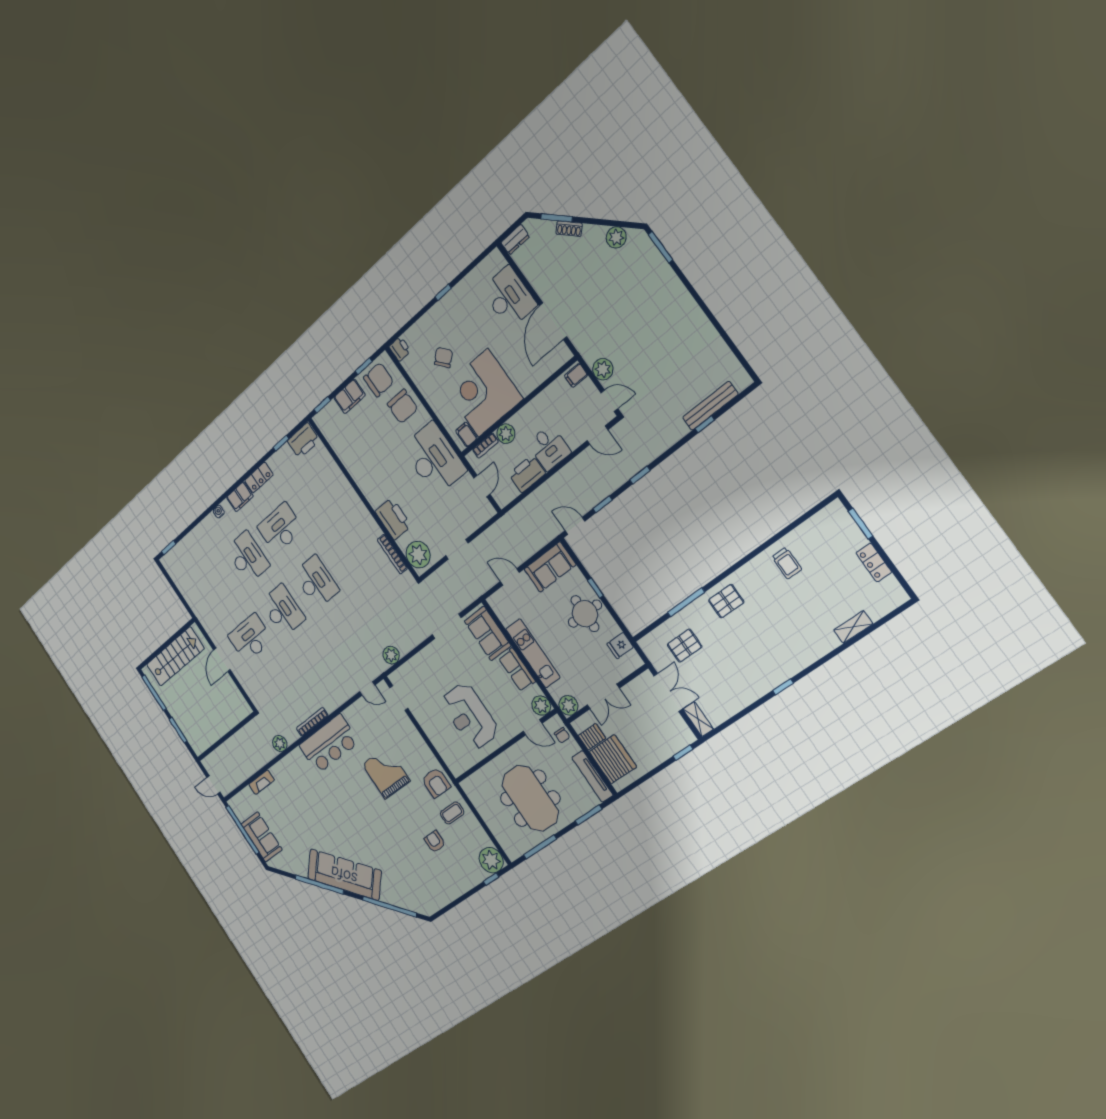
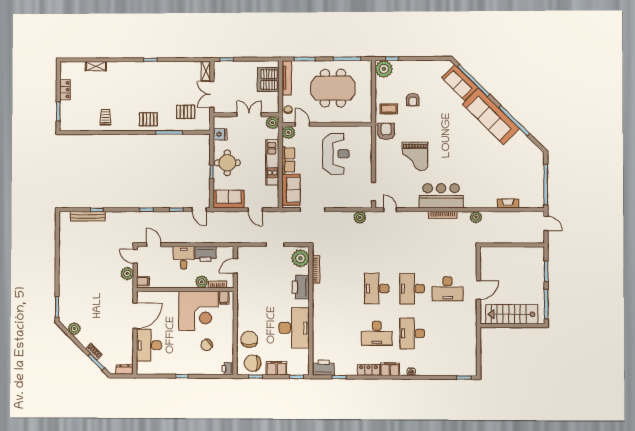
desk: (434, 459) -> (294, 328), moved, turned 180
server rack: (592, 737) -> (271, 98), removed
meeting table: (530, 798) -> (333, 88), turned 90
sofa: (262, 837) -> (460, 82), moved, turned -45

